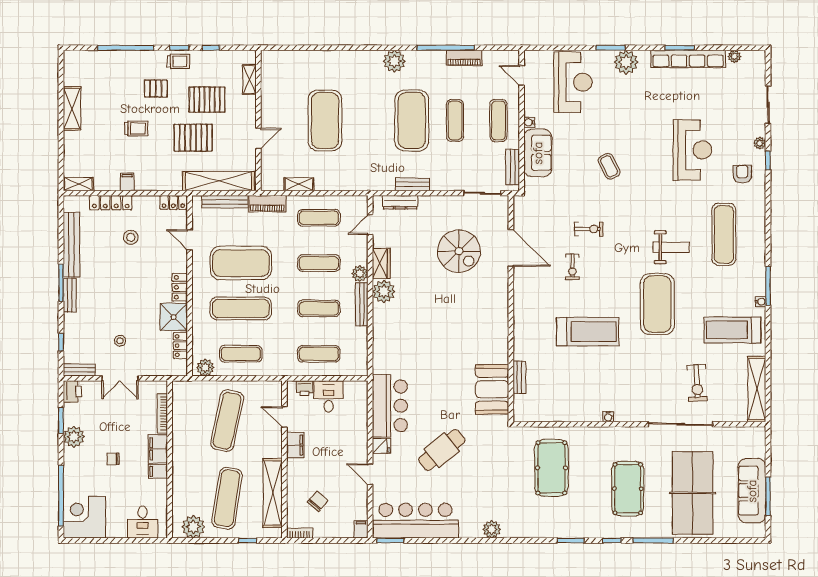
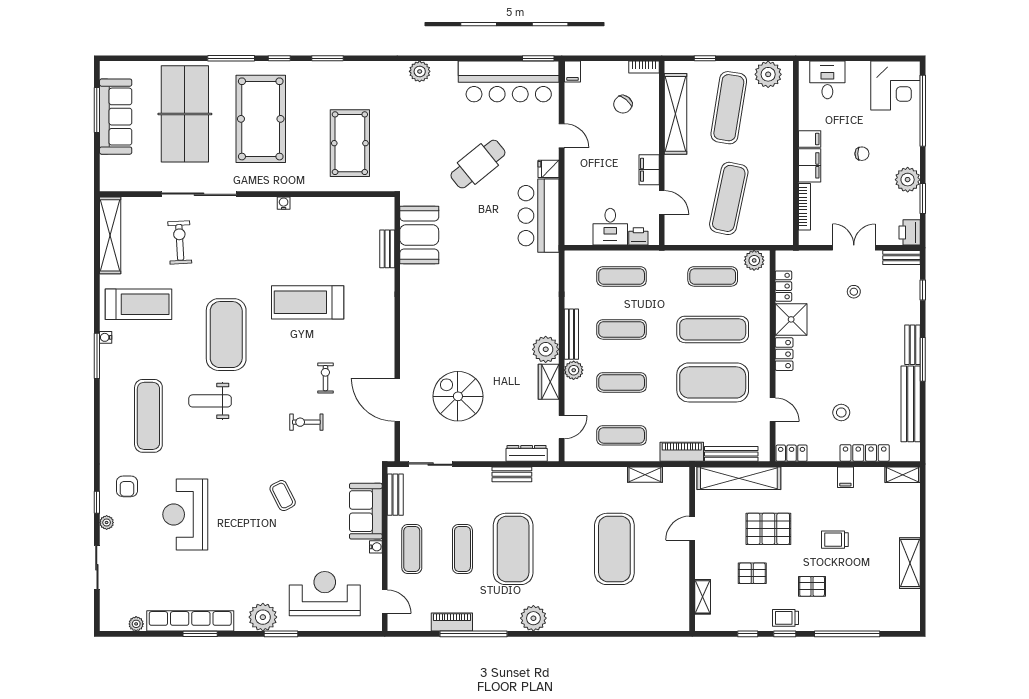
reception desk: (573, 82) -> (325, 594), turned 90
pallet: (207, 100) -> (752, 573), width x0.67, depth x0.71
pool table: (628, 489) -> (261, 119), width x1.36, depth x1.32

